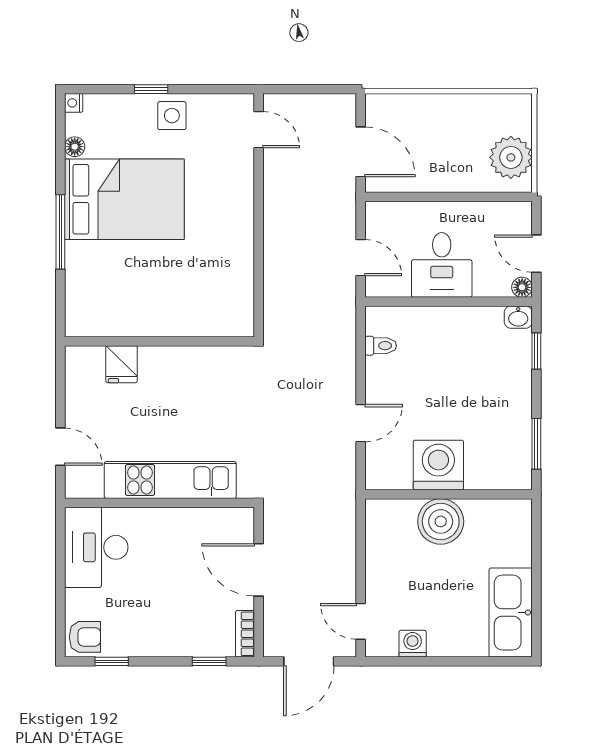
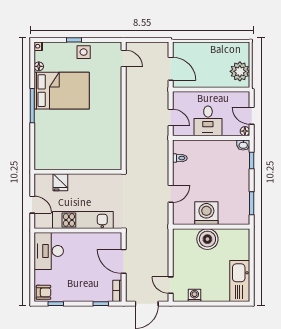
wall: (160, 341) -> (78, 172), moved
fridge: (122, 364) -> (60, 182), moved

